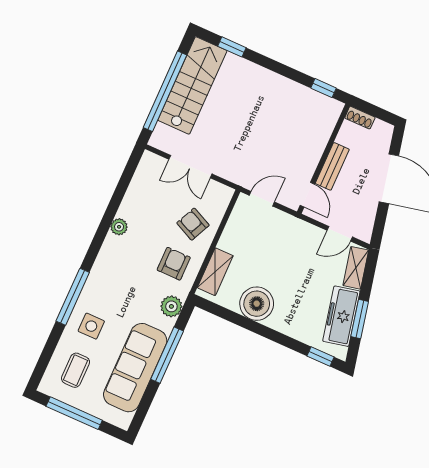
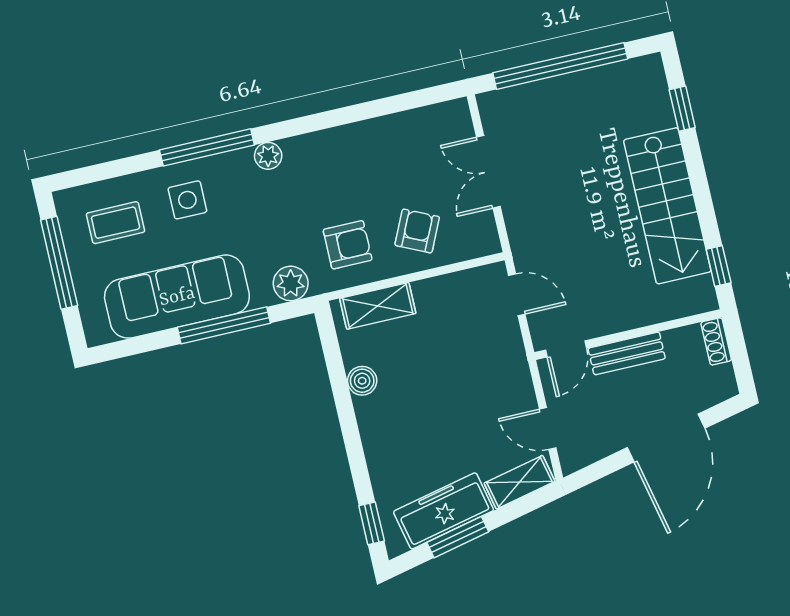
stairs: (192, 85) -> (667, 206), moved, turned 90
plant: (119, 227) -> (268, 156), moved
boiler: (257, 304) -> (362, 381), width x0.54, depth x0.54

